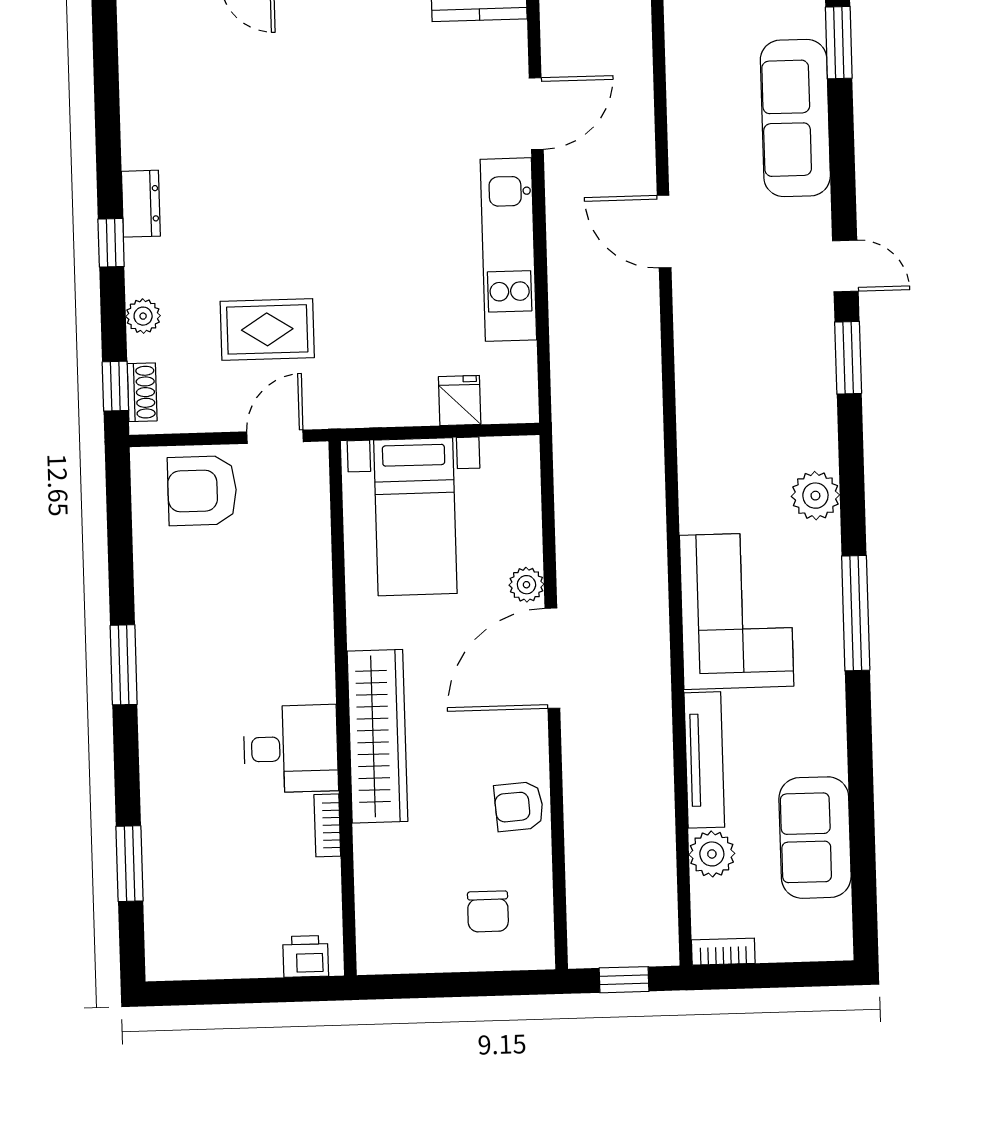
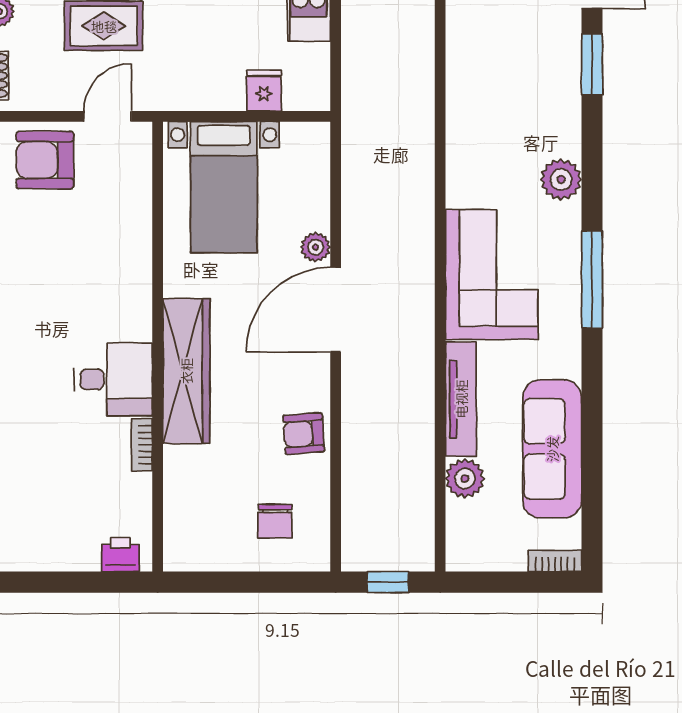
sofa: (815, 838) -> (552, 449), width x1.36
bookcase: (723, 952) -> (555, 561), moved

